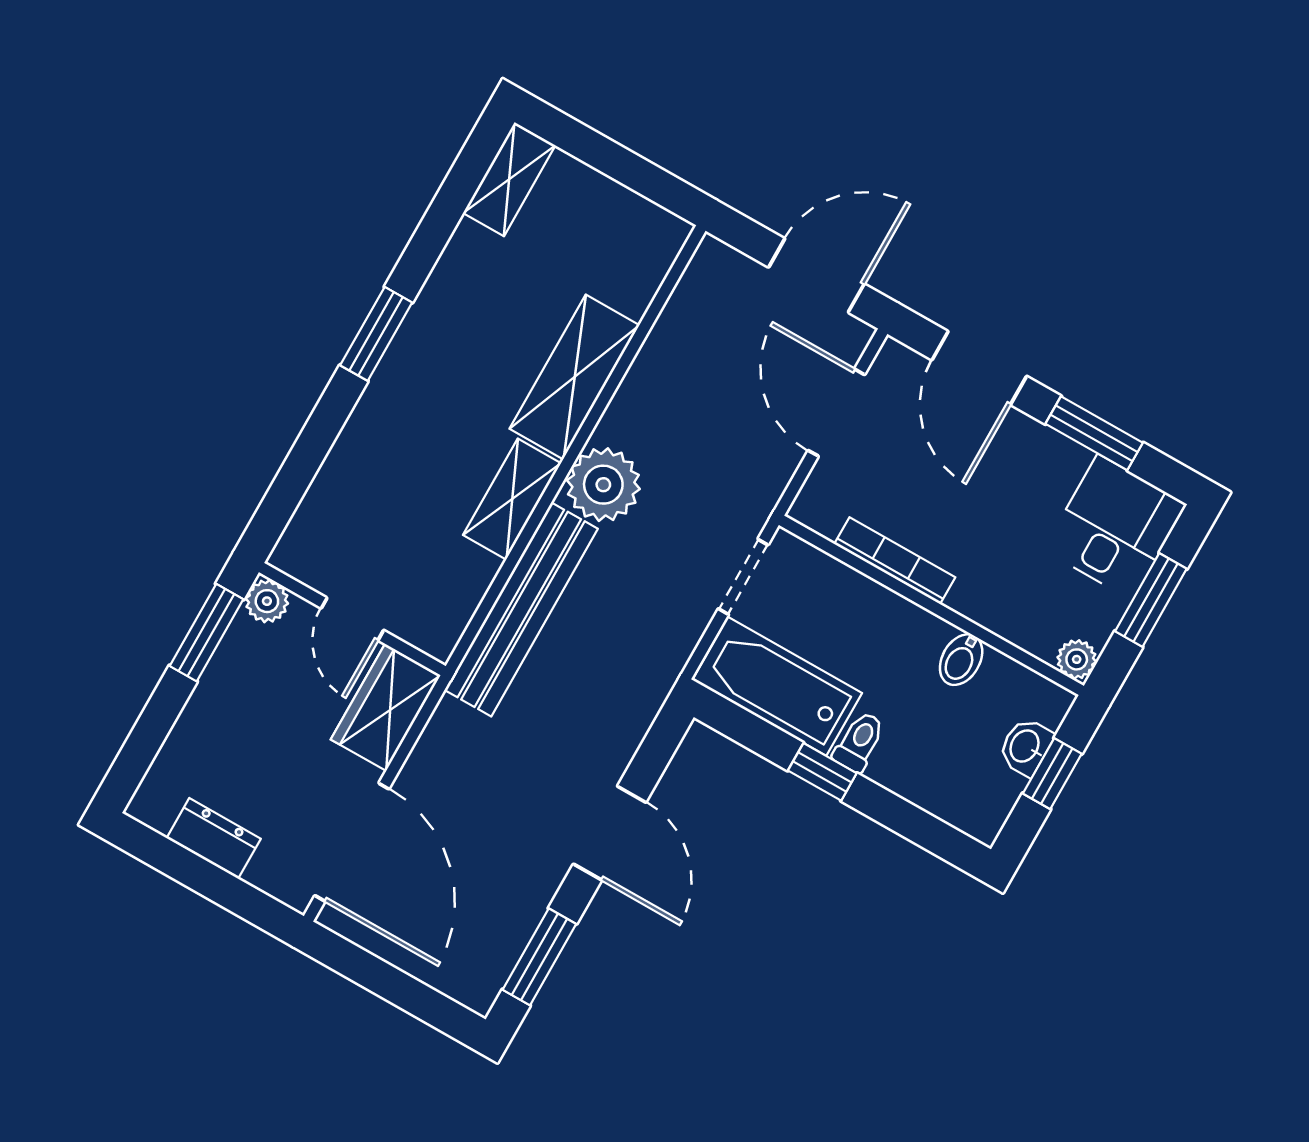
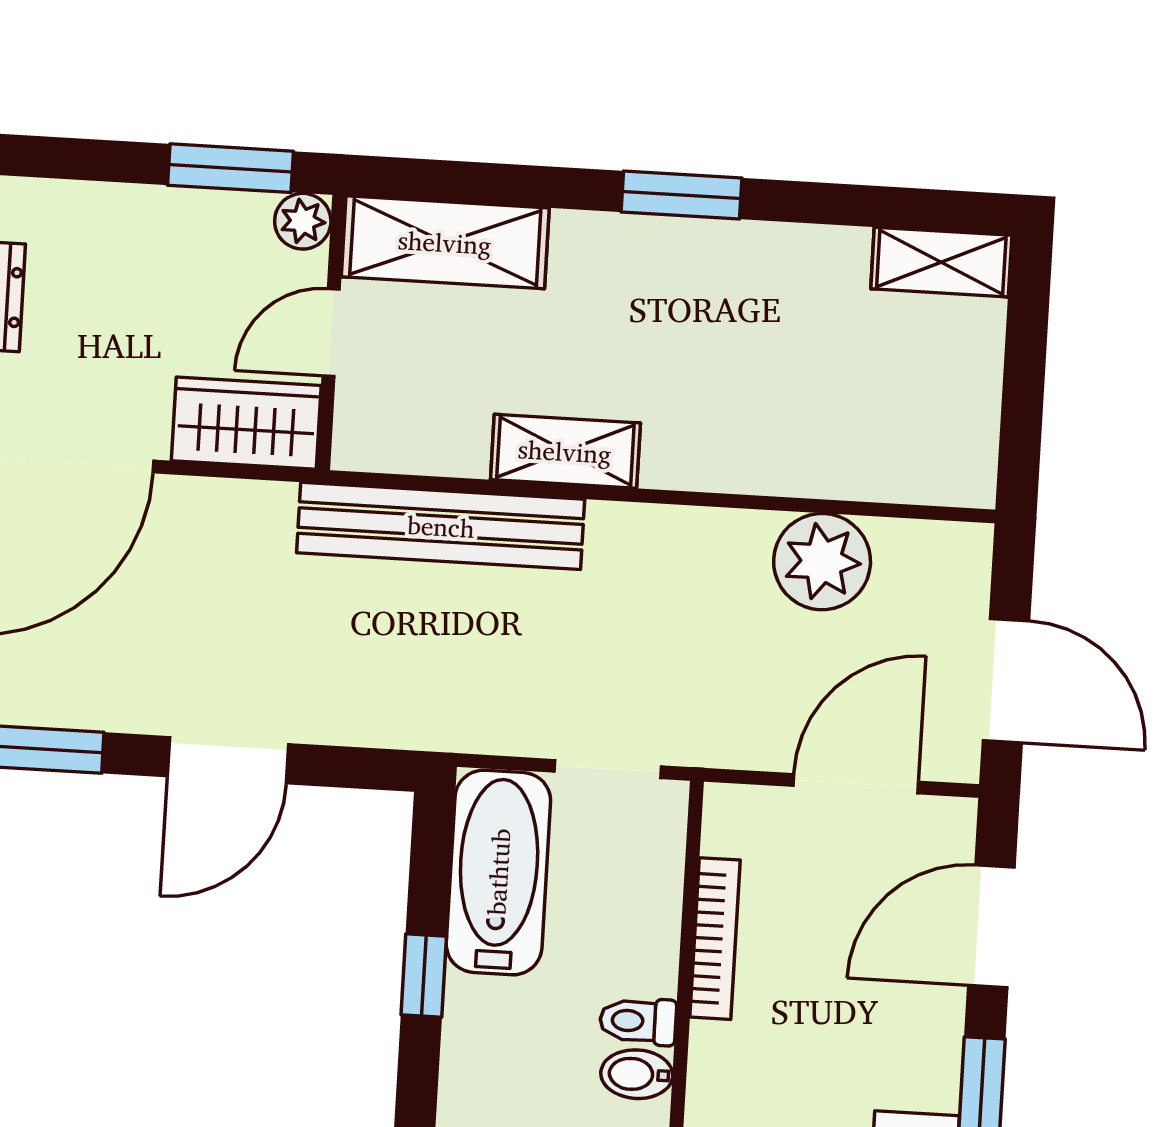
shelving: (575, 377) -> (445, 242), moved
plant: (603, 485) -> (822, 562), moved
toilet: (859, 742) -> (638, 1021), moved, turned 180

